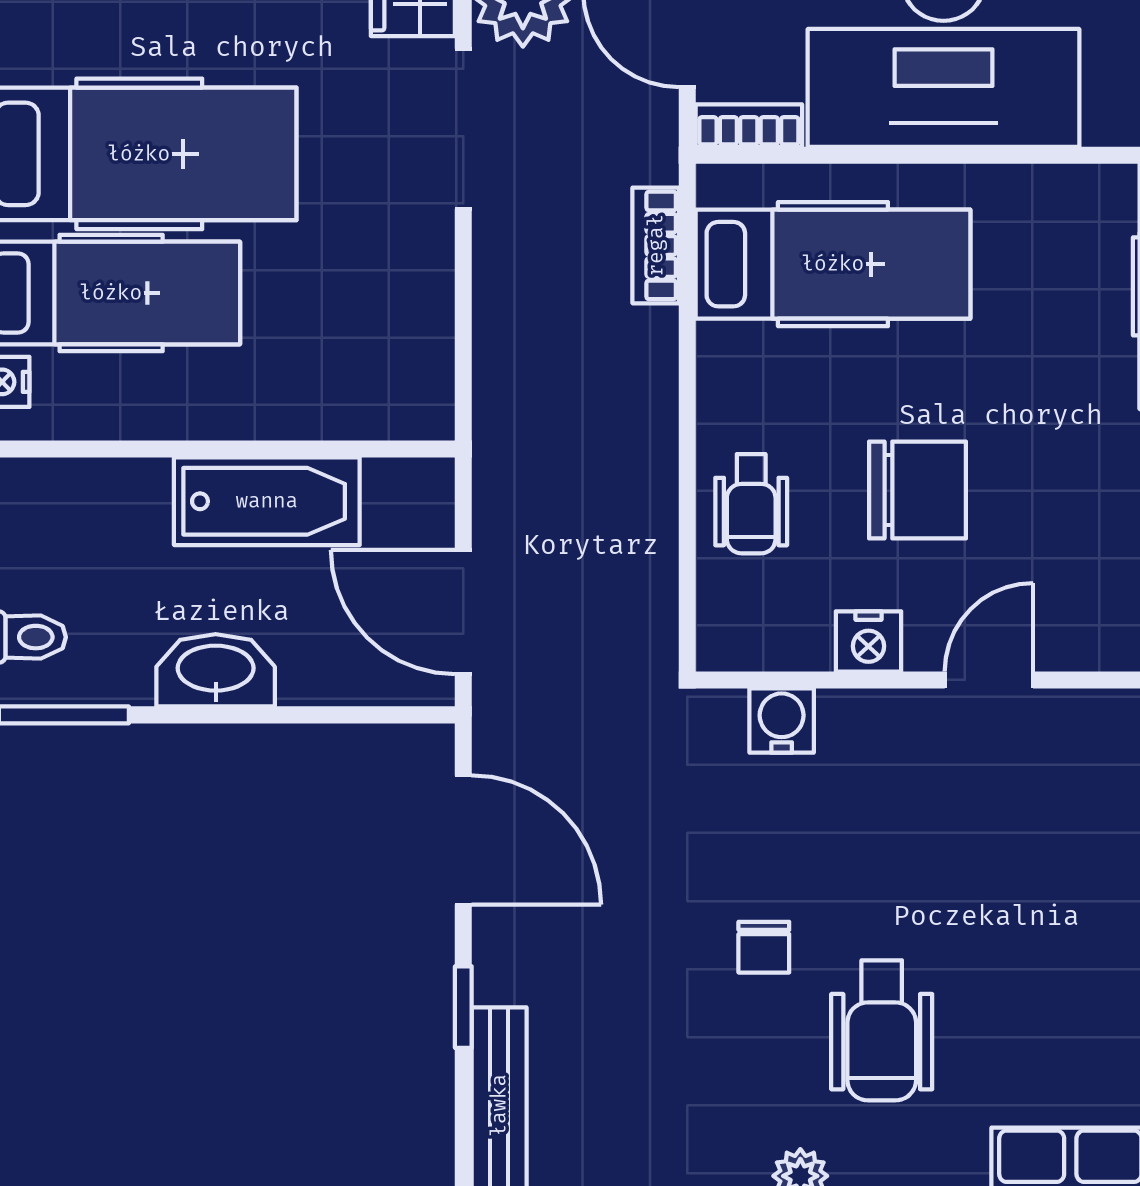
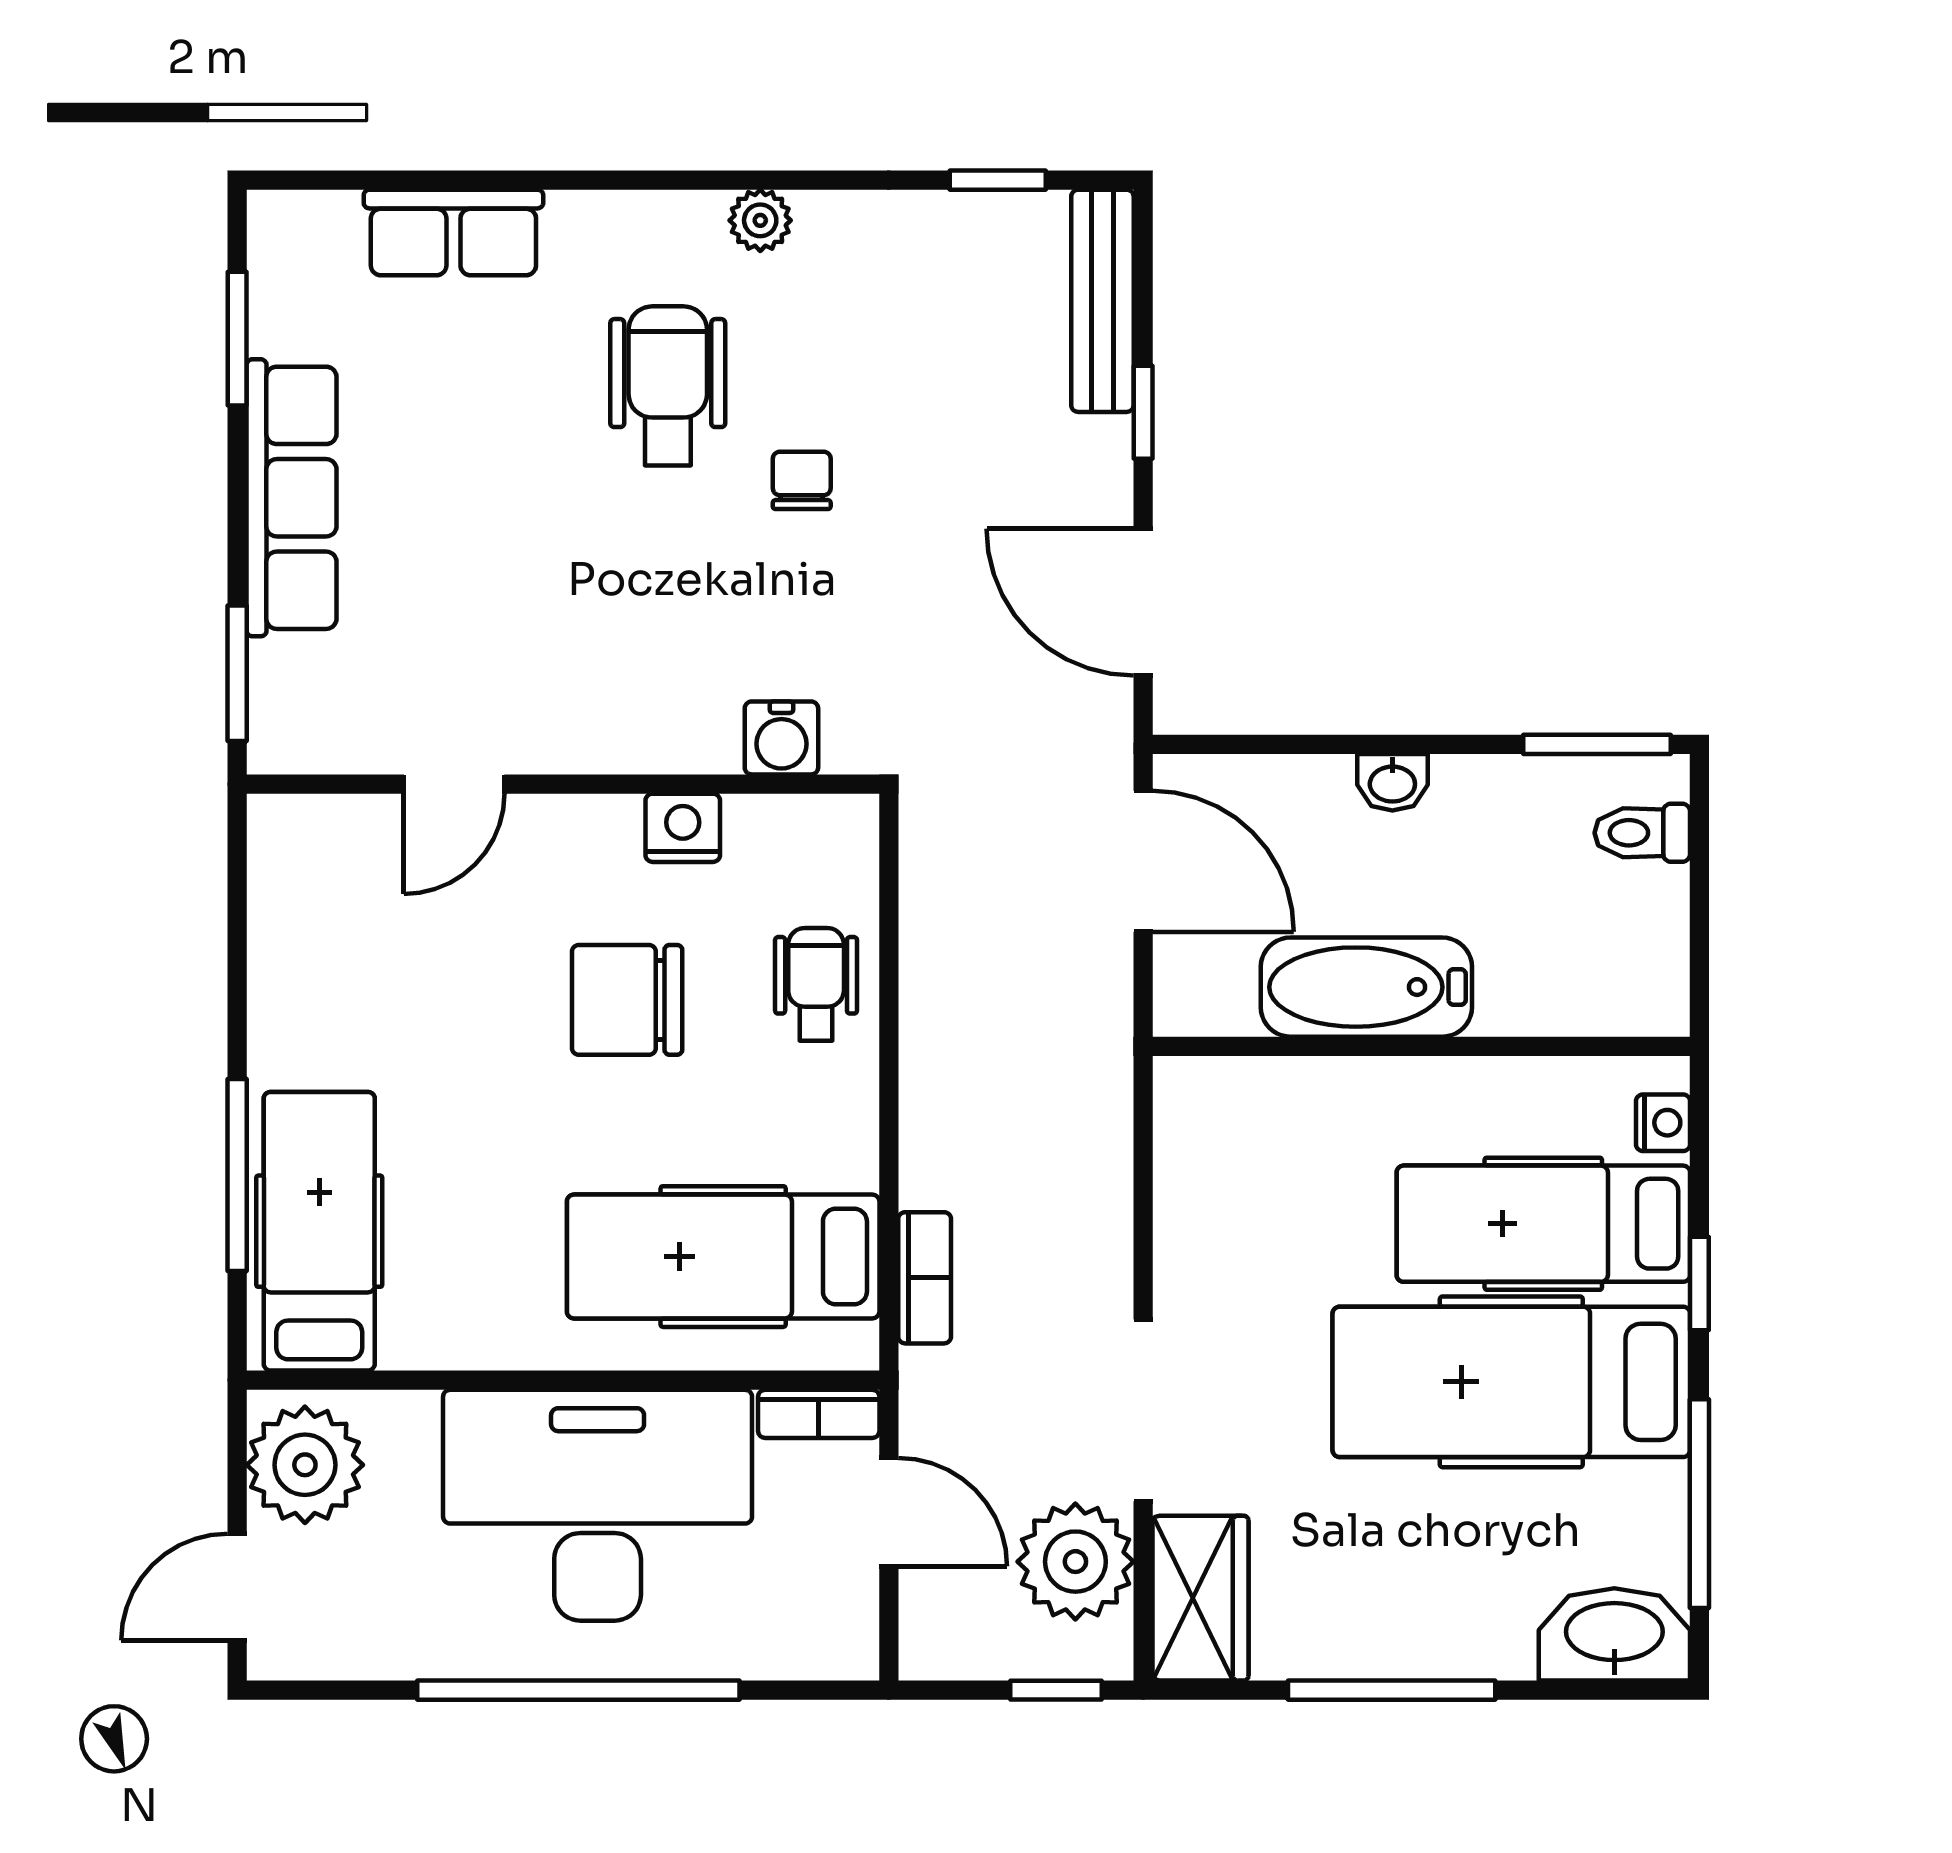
washbasin: (216, 670) -> (1392, 782), width x0.52, depth x0.69
door: (989, 680) -> (454, 784), moved

